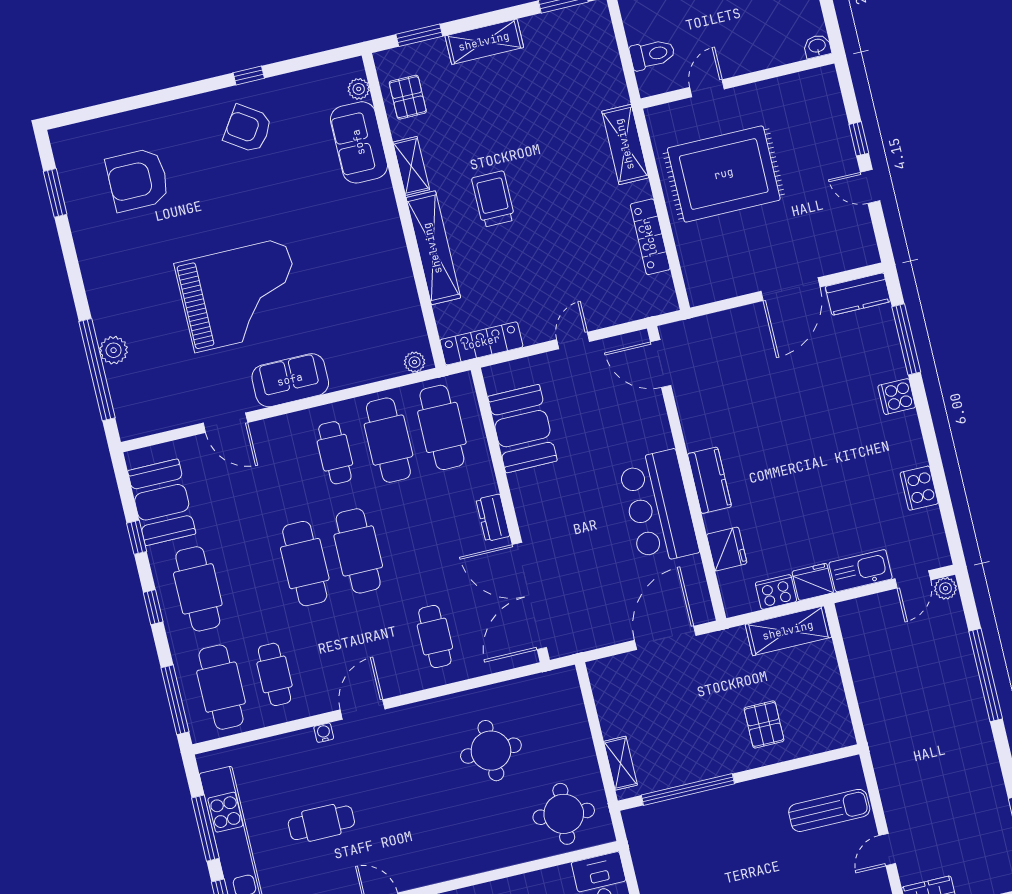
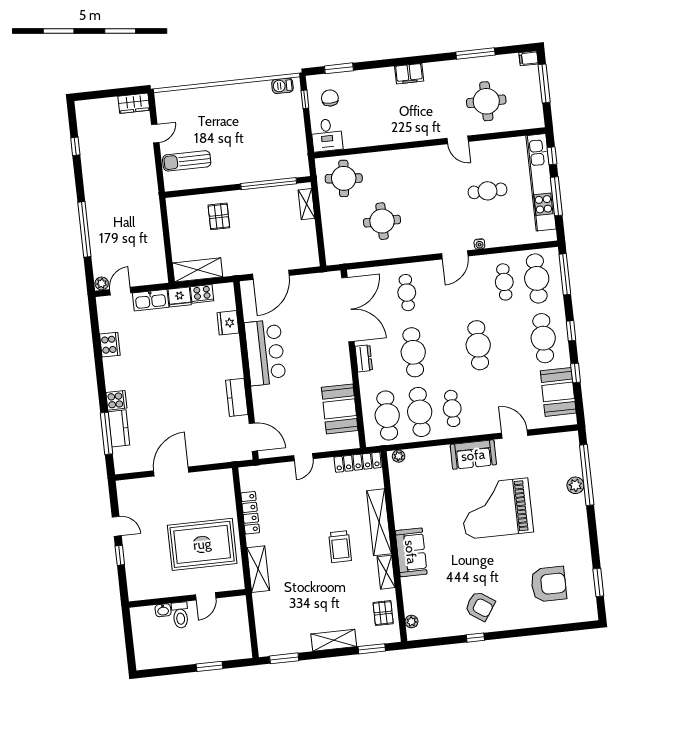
washbasin: (817, 46) -> (163, 610), moved
toilet: (652, 54) -> (180, 615), moved, turned -90
sofa: (359, 142) -> (411, 552), moved
kitchen counter: (858, 294) -> (119, 428), moved, turned 90
kitchen counter: (709, 480) -> (237, 397), moved
cafe table: (358, 551) -> (413, 352), moved

